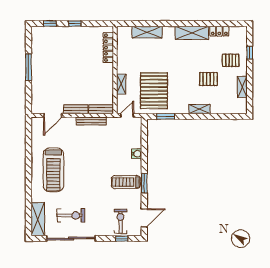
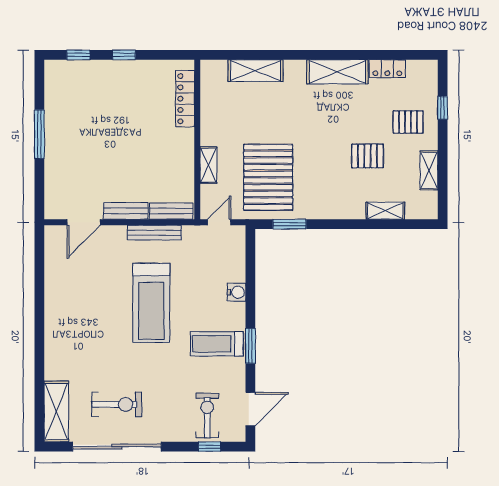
shelving: (199, 109) -> (385, 211), moved
treadmill: (53, 170) -> (151, 303), moved

